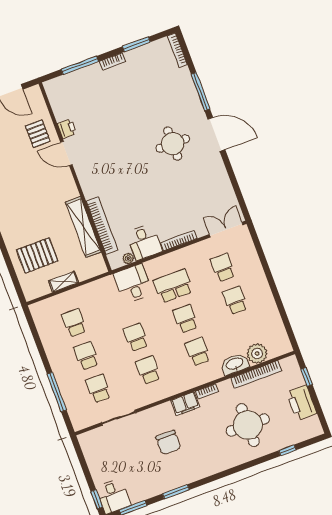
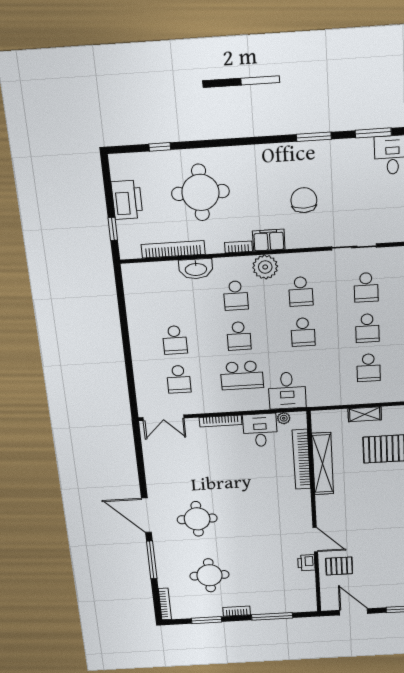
round table: (147, 91) -> (209, 575), added
pallet: (38, 134) -> (339, 566), turned 90
plant: (257, 354) -> (265, 267), moved

